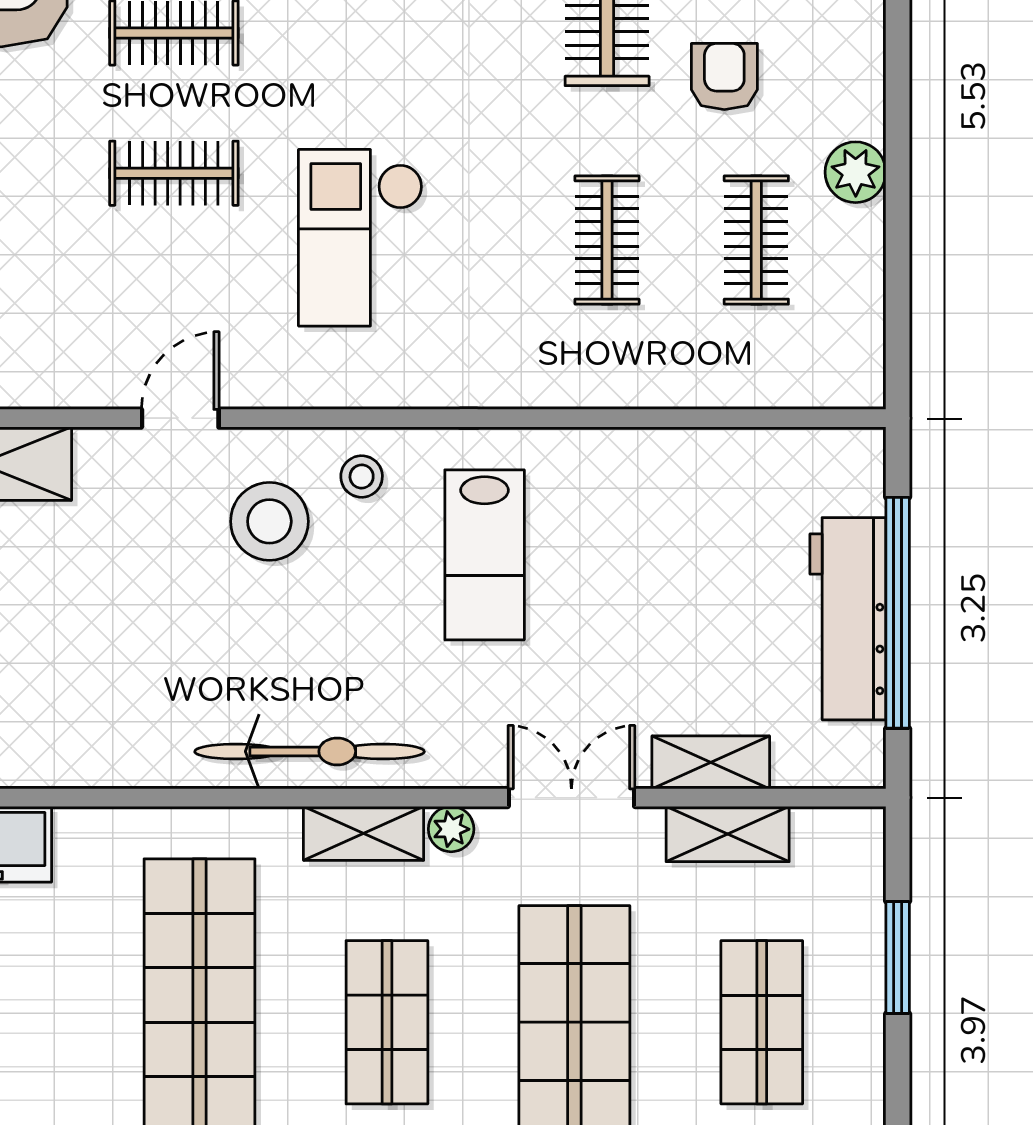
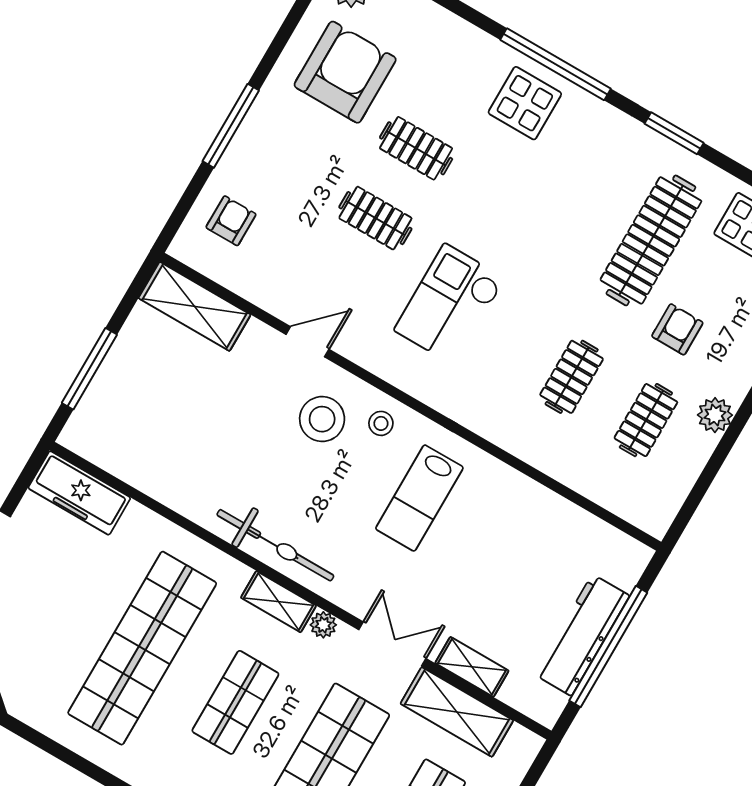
shelving: (728, 834) -> (457, 712), width x1.50, depth x1.33

